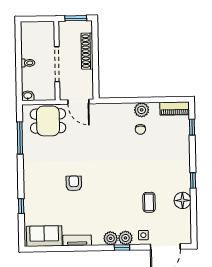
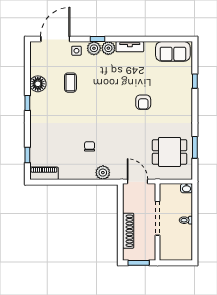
plant: (142, 110) -> (103, 173), moved
dining table: (48, 121) -> (170, 152), moved
chair: (140, 129) -> (90, 146), moved
window: (20, 138) -> (195, 147), width x0.69
tv unit: (77, 240) -> (130, 47), moved

